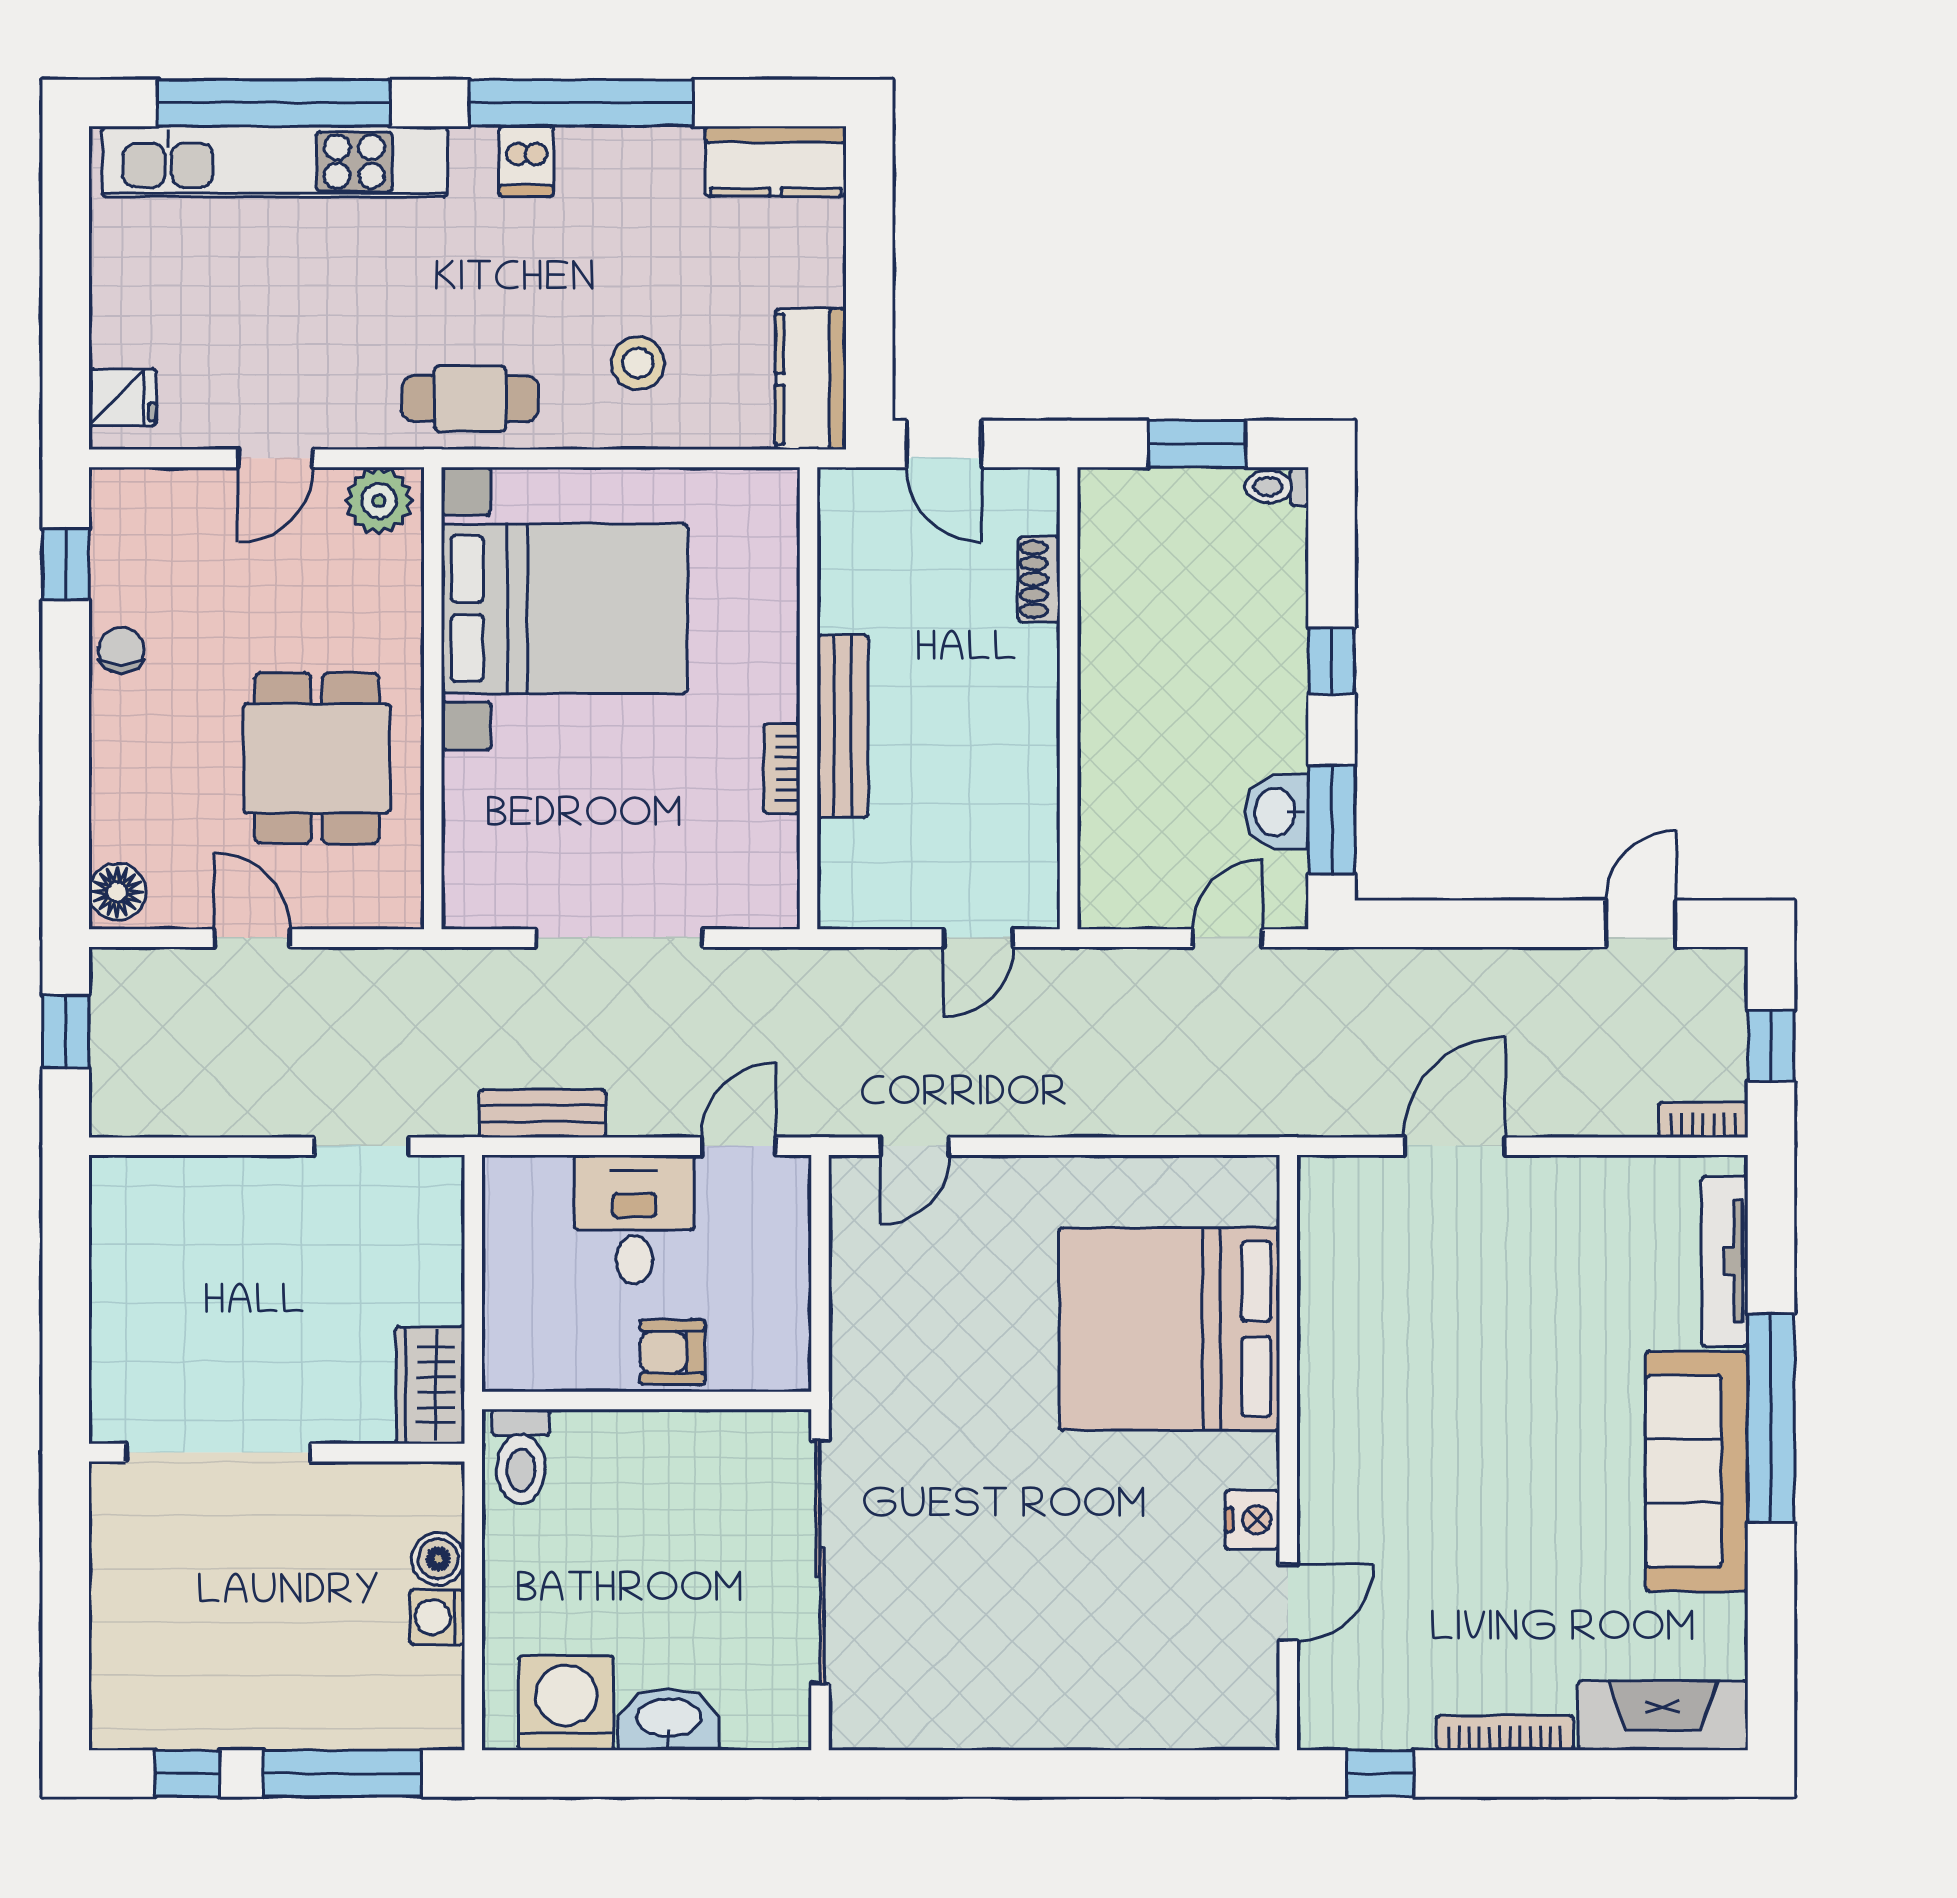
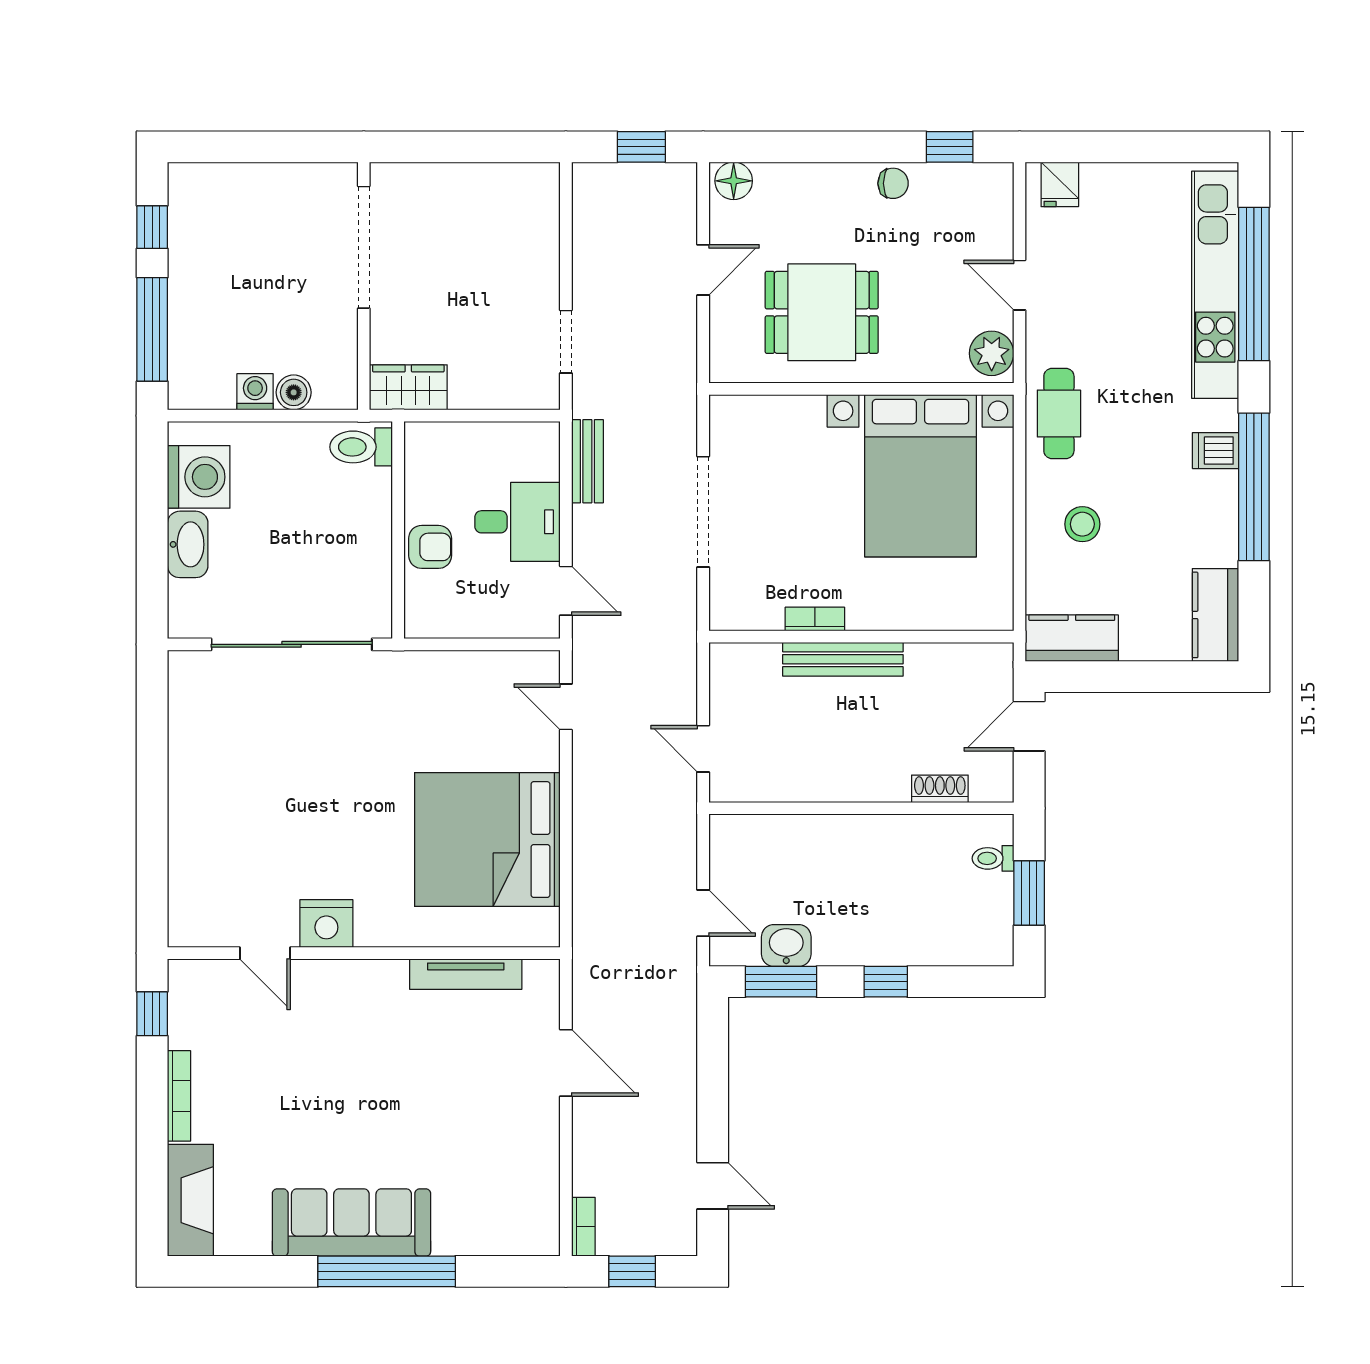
toilet: (1277, 486) -> (993, 858), moved, turned -90
tv unit: (1725, 1261) -> (466, 974), moved, turned 180
bed: (1169, 1329) -> (487, 840), moved, turned -90
armchair: (672, 1352) -> (430, 547), turned 90
nightstand: (1252, 1520) -> (326, 924), width x1.36, depth x1.33

